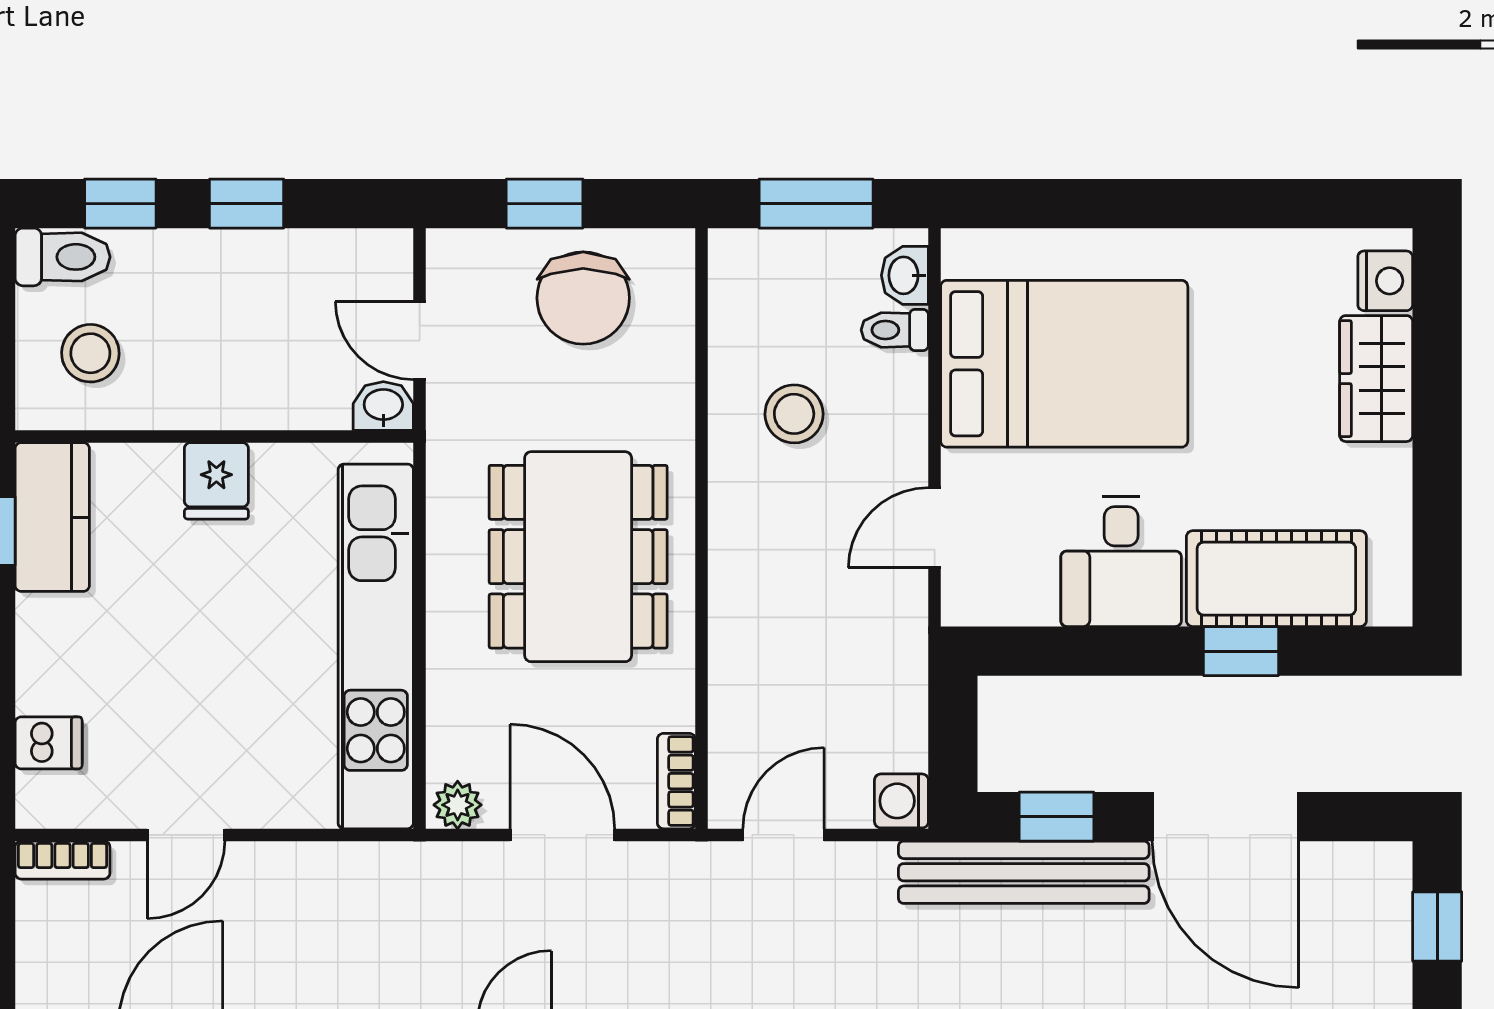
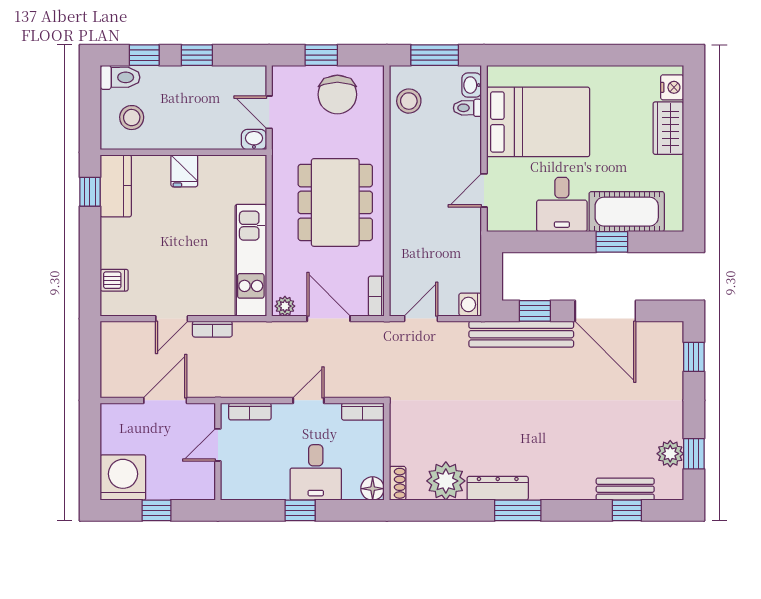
stool: (794, 414) -> (409, 101), moved
kitchen unit: (376, 646) -> (251, 260), width x0.73
bookcase: (62, 860) -> (212, 329), moved

